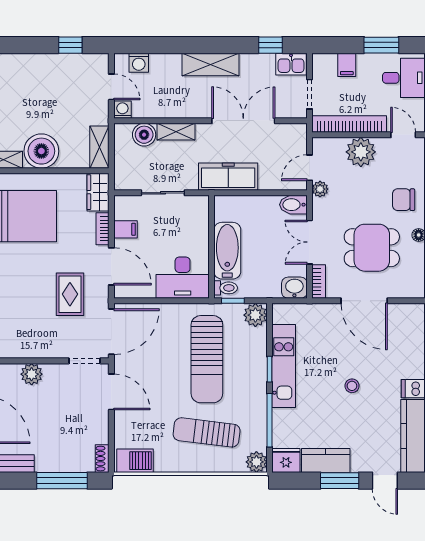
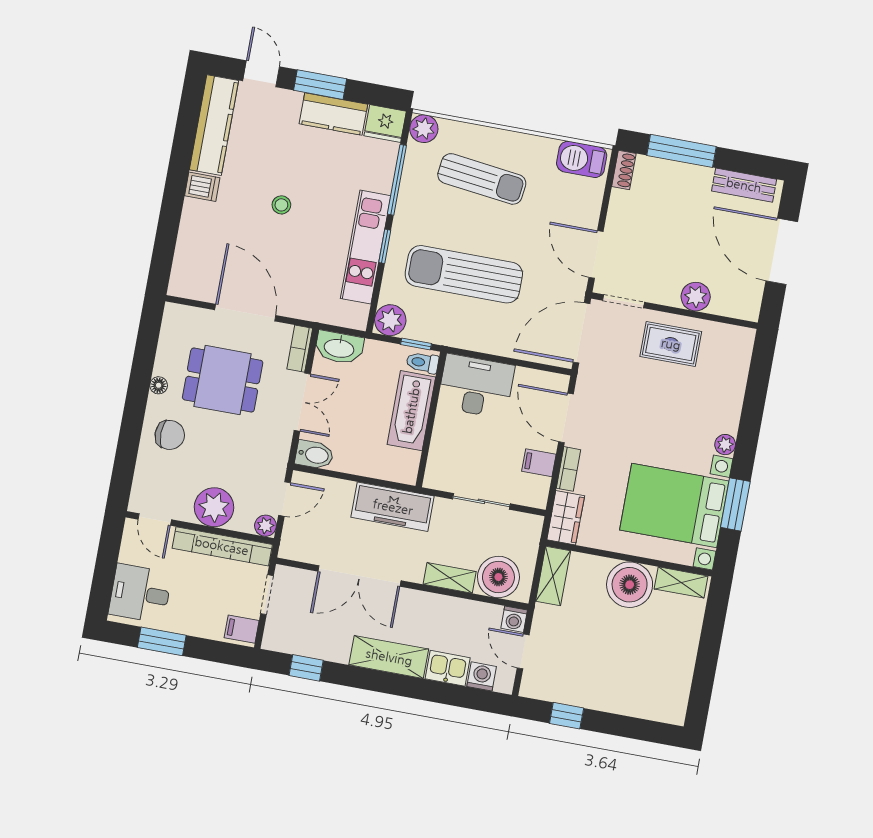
kitchen sink: (291, 64) -> (448, 668), moved
filing cabinet: (347, 65) -> (242, 629), moved, turned -90
boiler: (144, 135) -> (498, 577), width x1.37, depth x1.37
plant: (320, 189) -> (265, 526), moved
washbasin: (294, 288) -> (339, 348), width x1.38
rug: (70, 294) -> (671, 344), moved, turned 90
sun lounger: (207, 359) -> (464, 274), turned -90

